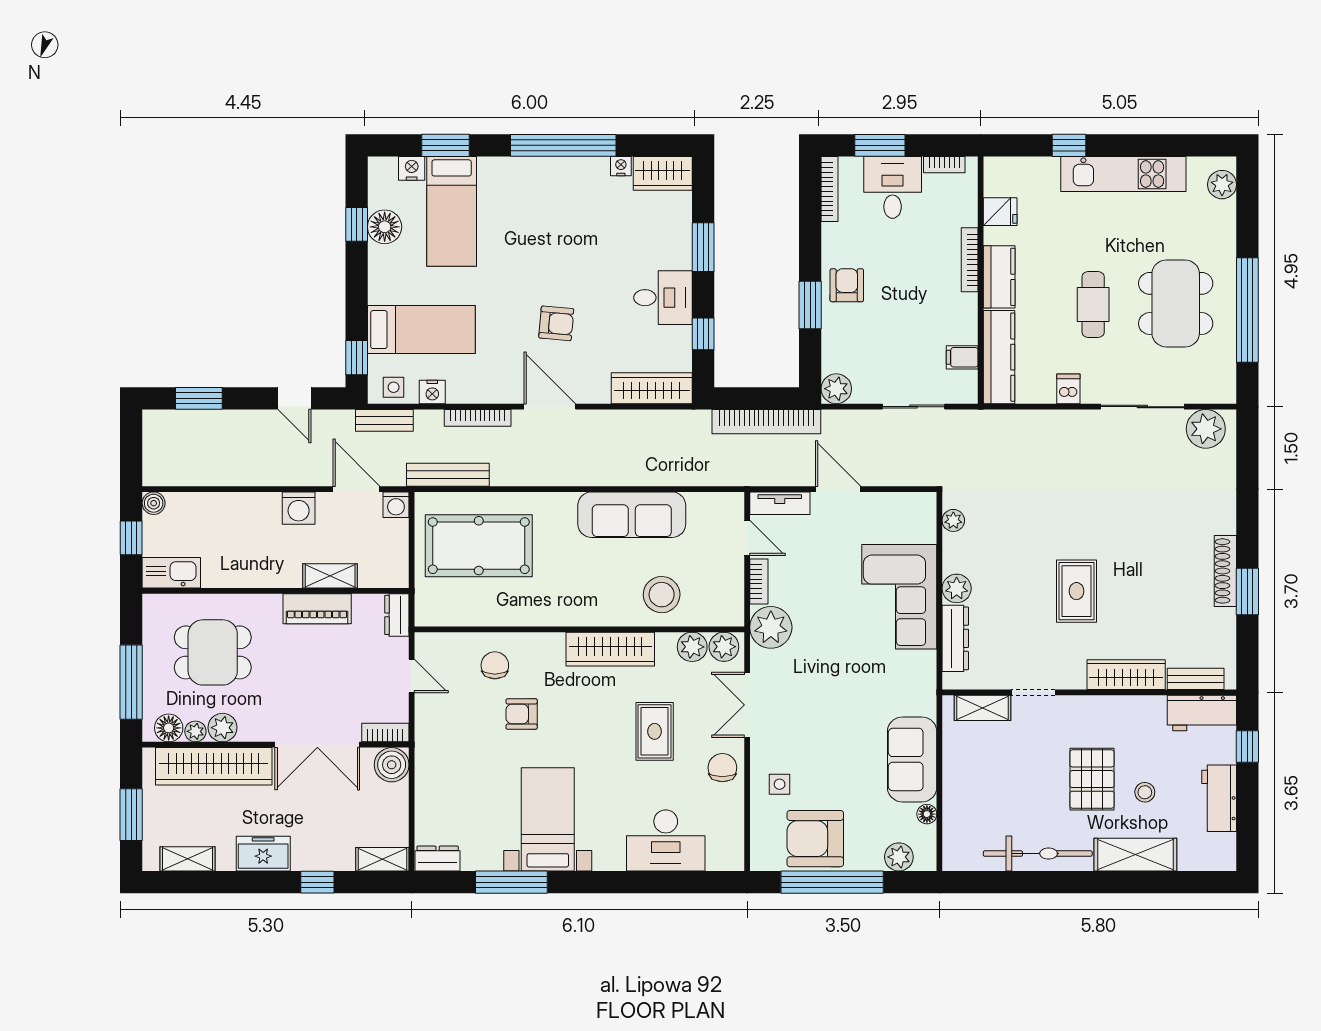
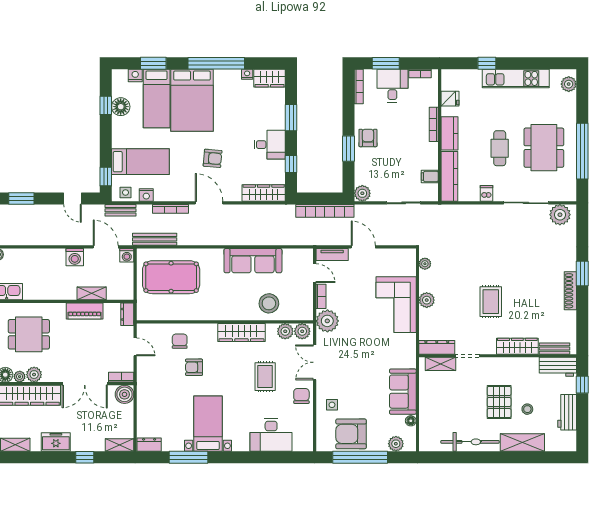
bed: (518, 215) -> (192, 100), added
window: (1247, 591) -> (582, 274), moved
dresser: (955, 638) -> (437, 347), moved, turned -90

